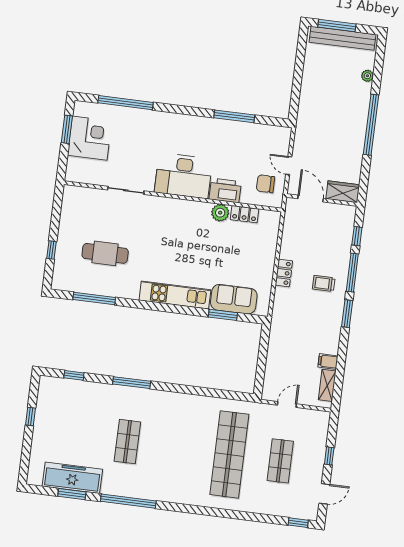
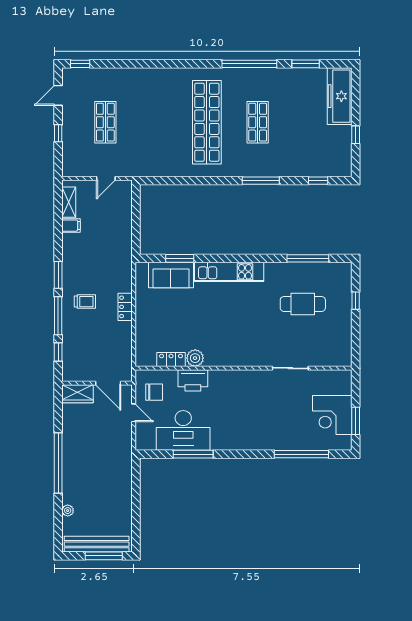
desk: (183, 176) -> (183, 430), moved, turned 180
shop shelf: (229, 454) -> (207, 122), moved
freezer: (72, 478) -> (340, 96), moved, turned 90

